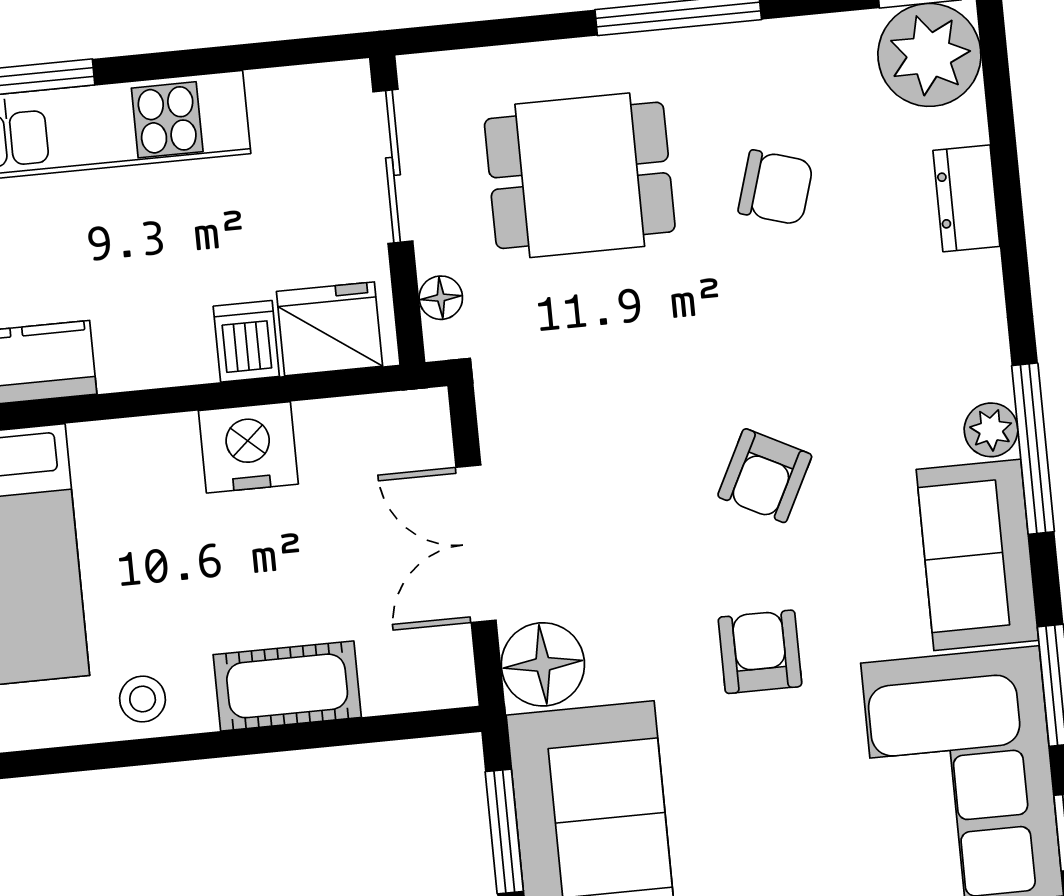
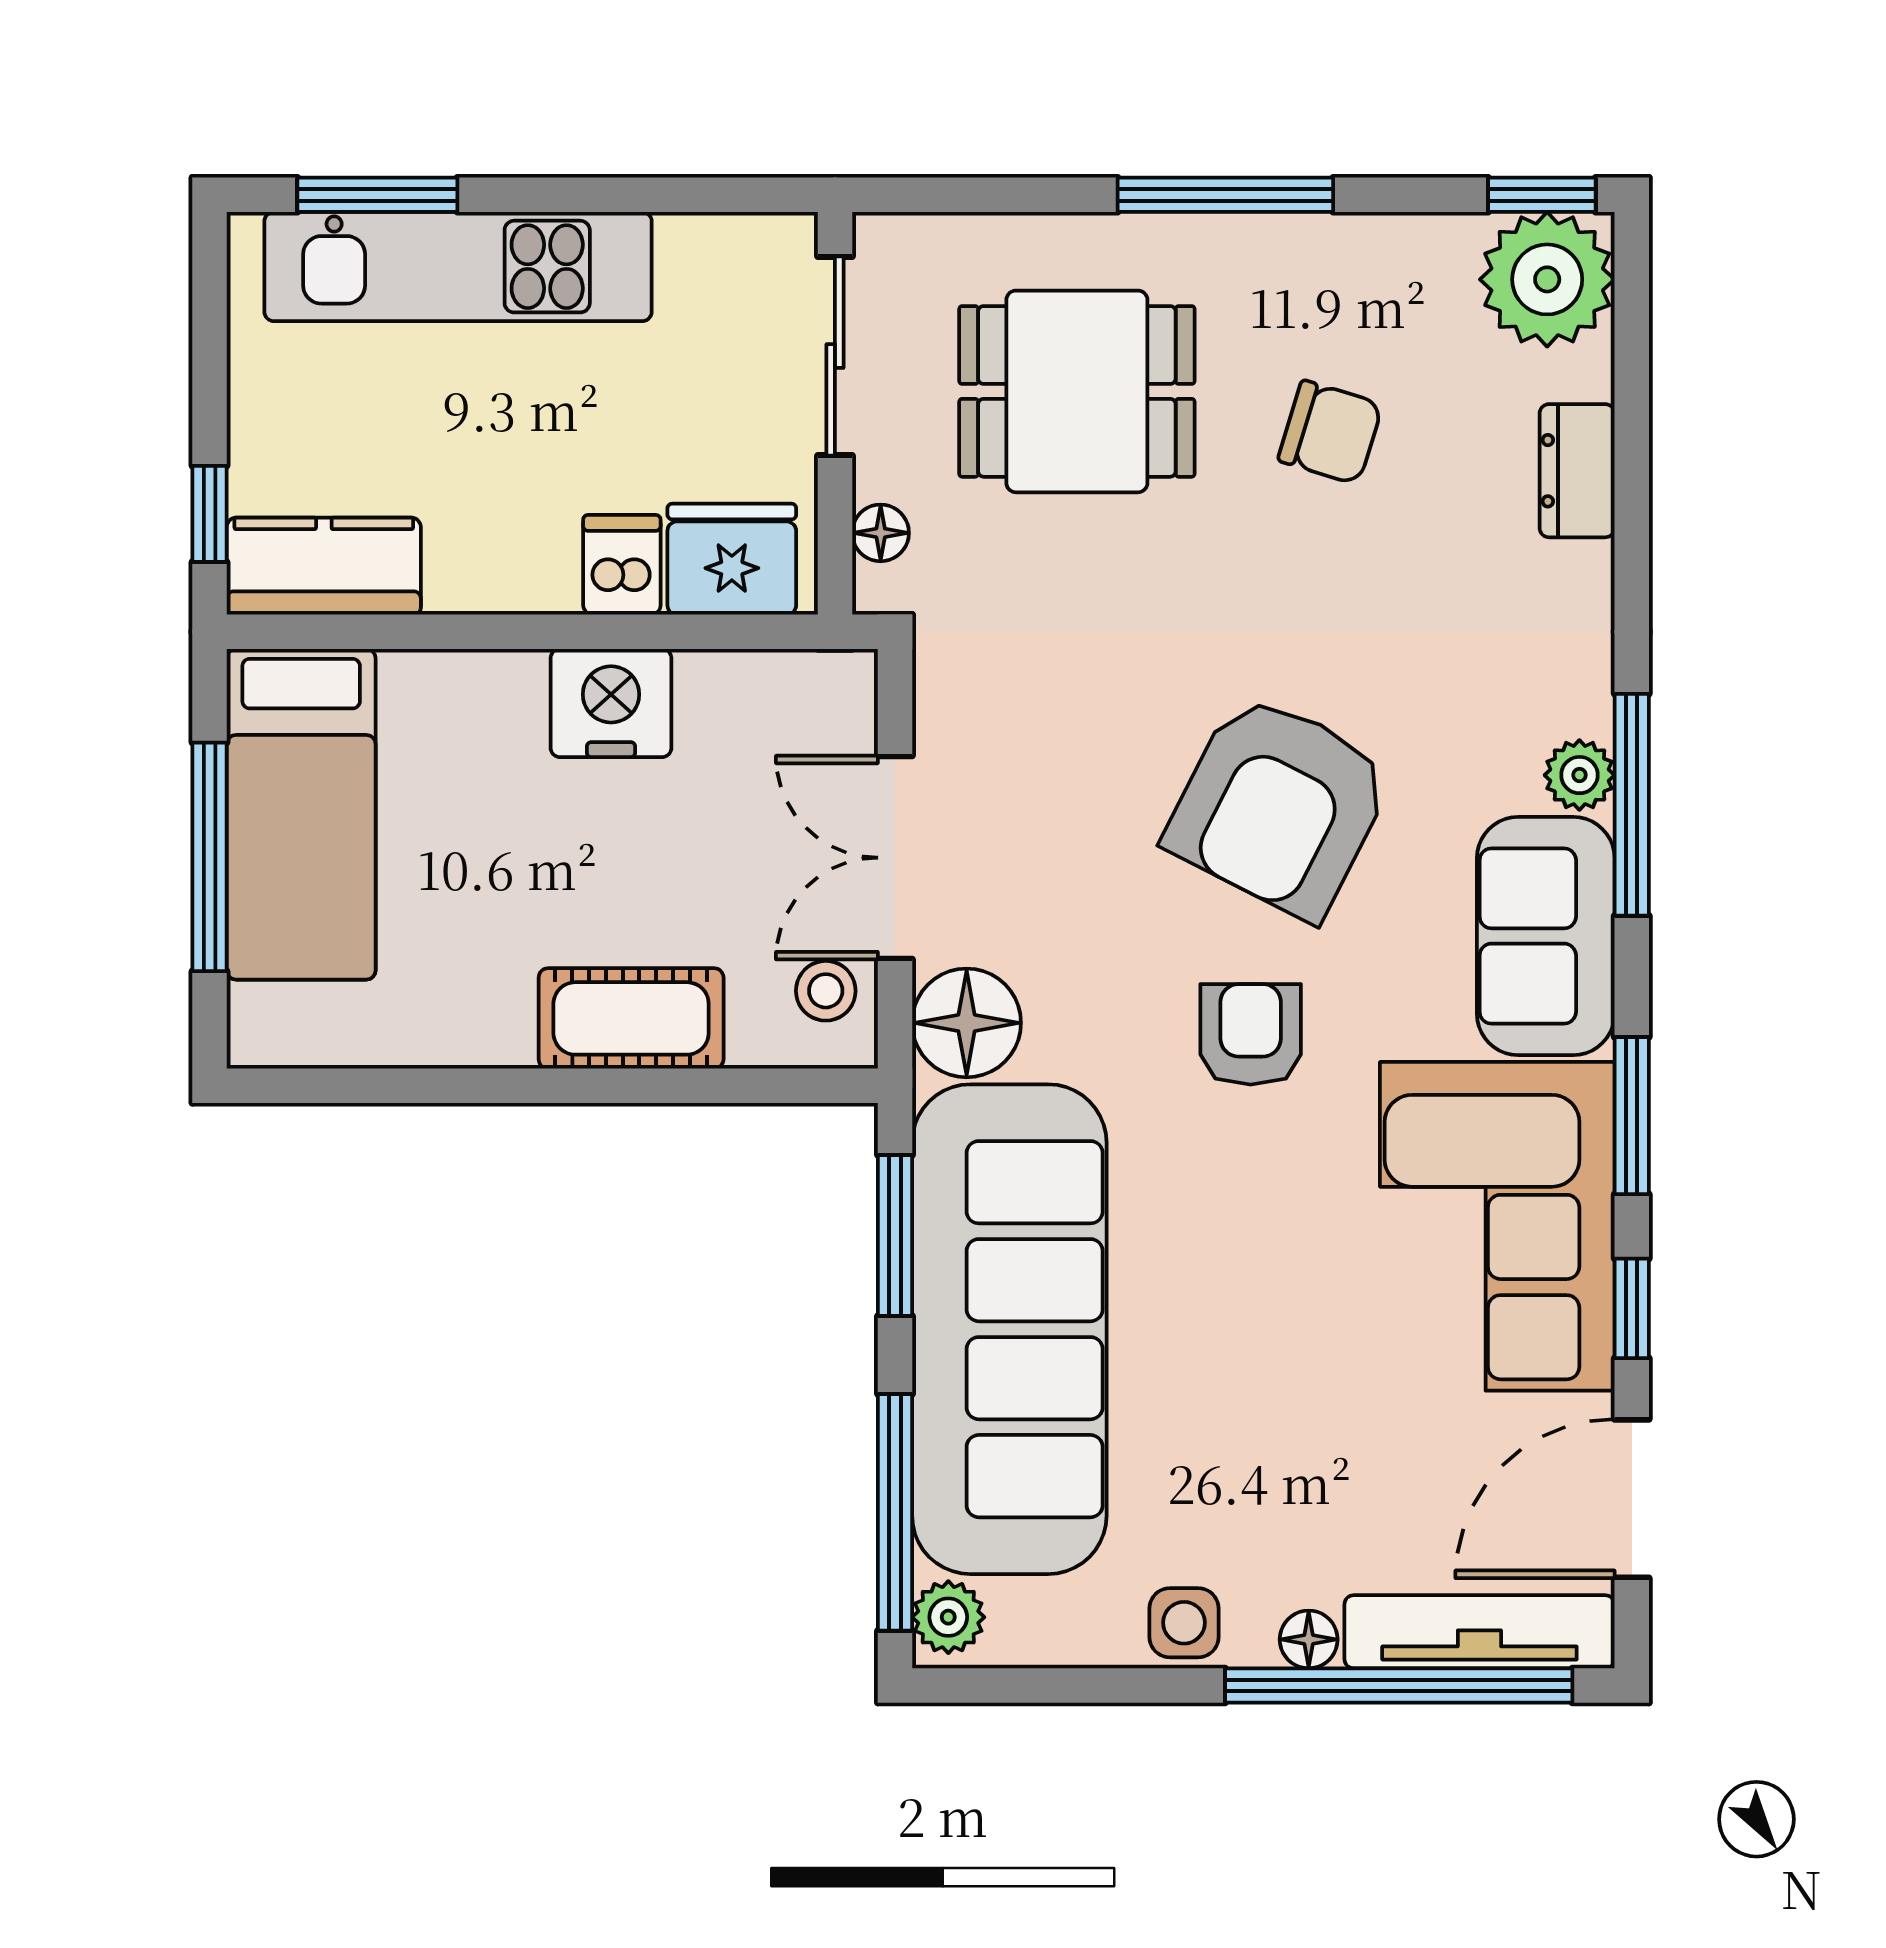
armchair: (765, 476) -> (1279, 806), width x1.88, depth x1.88
stool: (143, 699) -> (826, 991), moved

